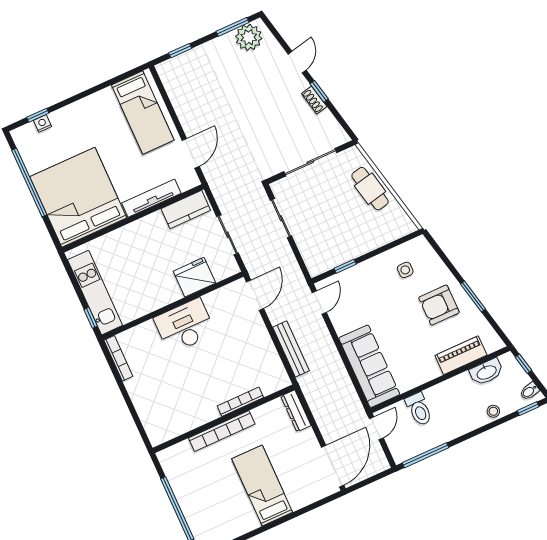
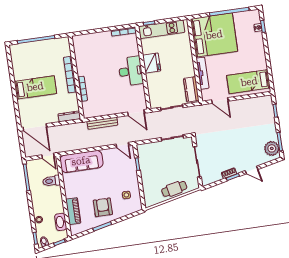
fridge: (194, 277) -> (152, 63), moved

